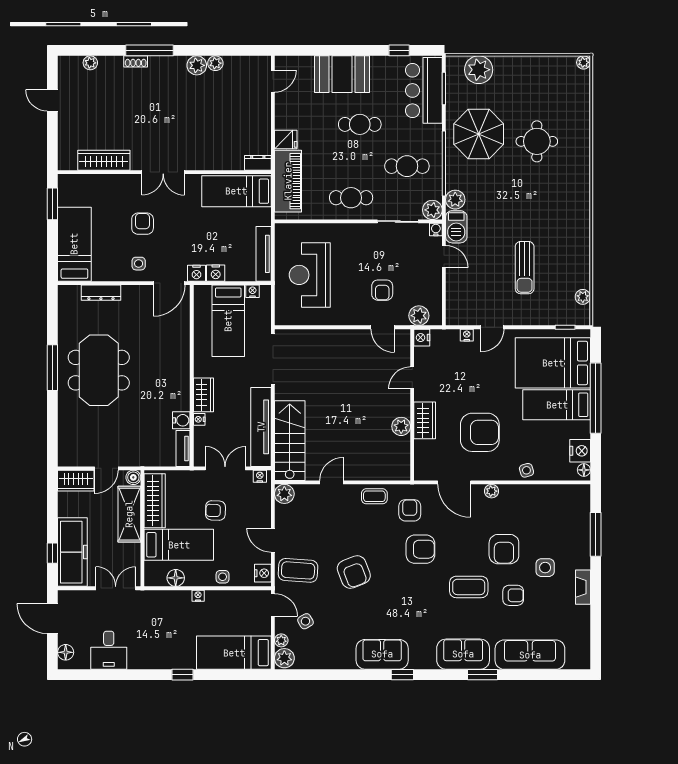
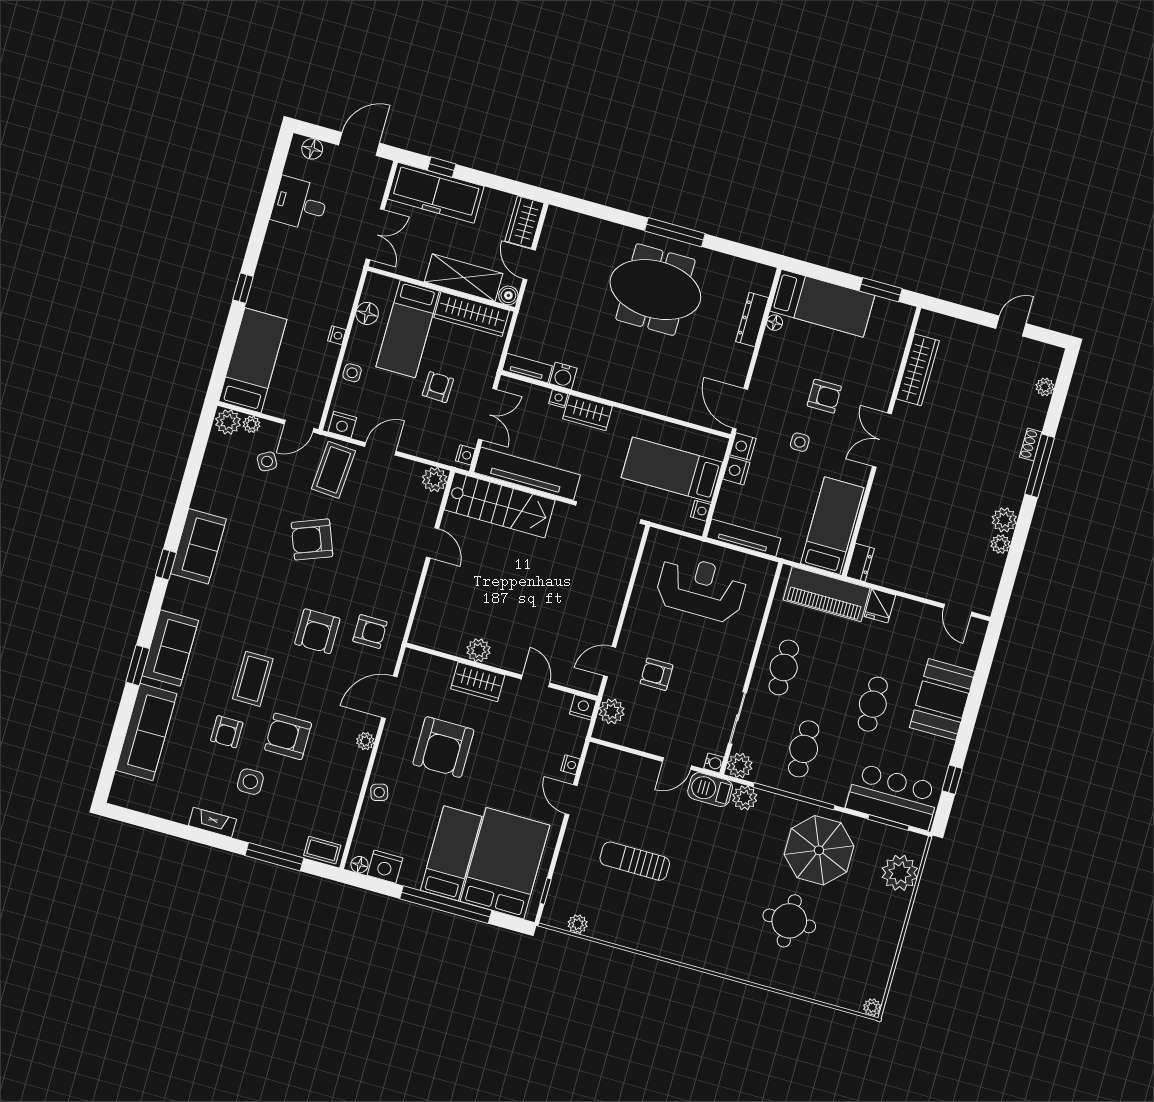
side table: (139, 264) -> (800, 442), moved
floor lamp: (99, 275) -> (775, 323), added
coffee table: (374, 496) -> (322, 850), moved, turned 90

